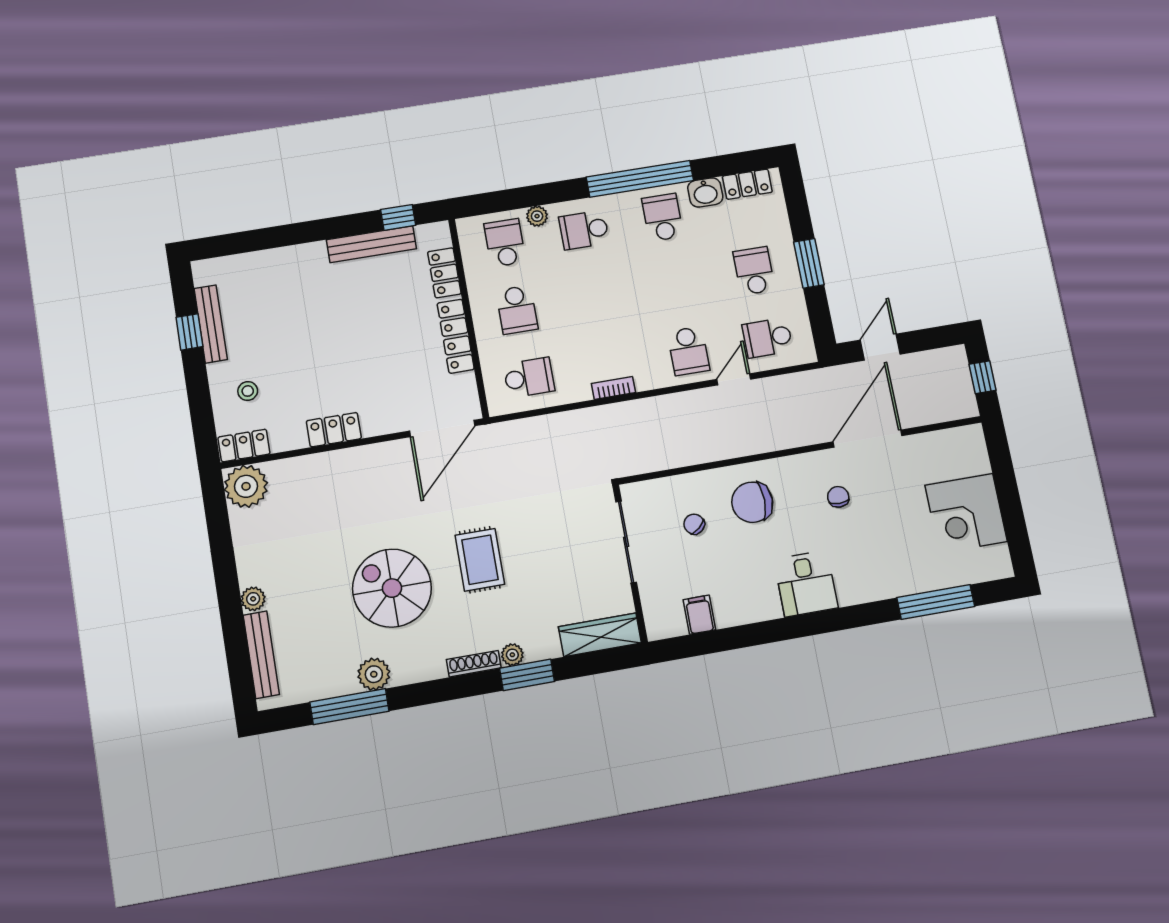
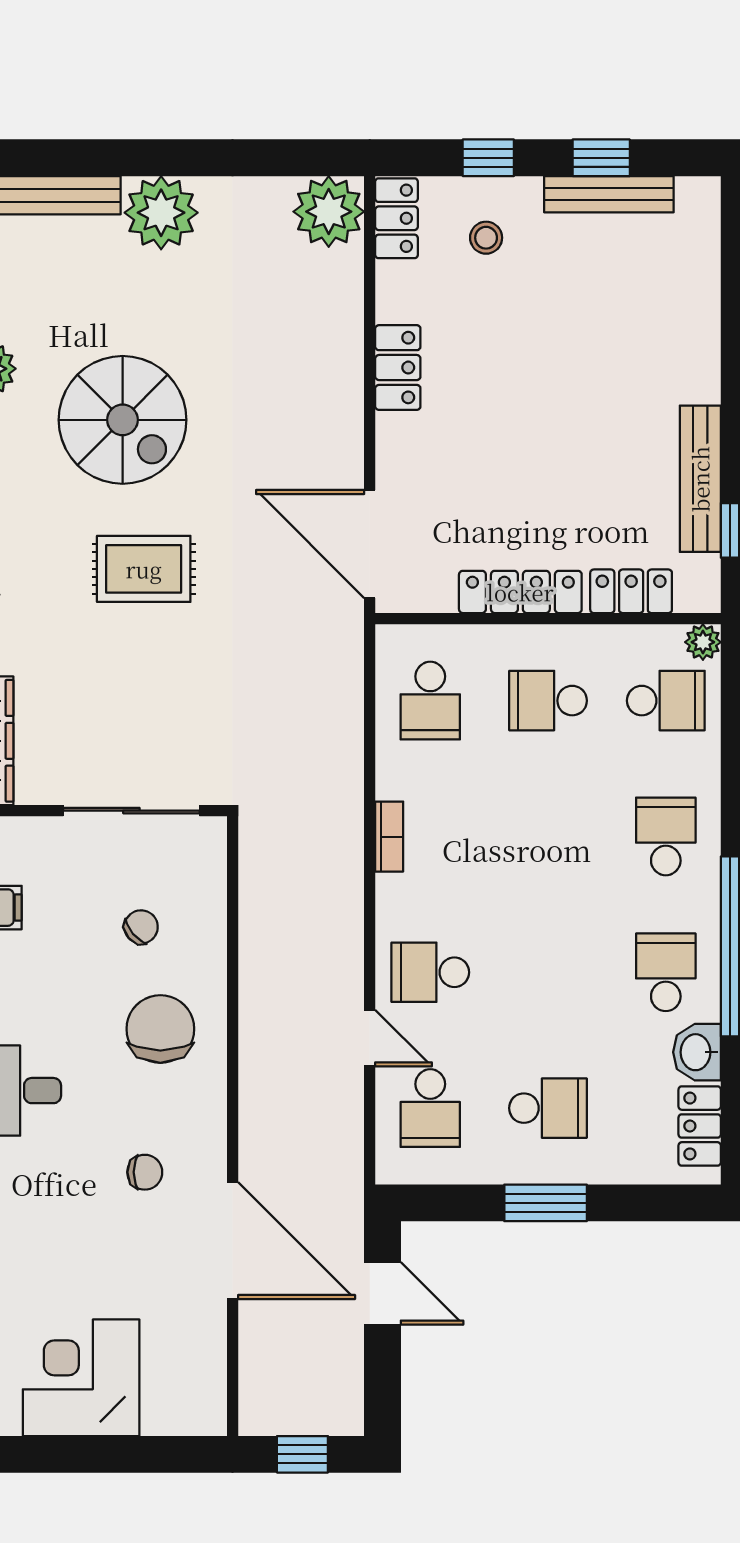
plant: (537, 216) -> (703, 642), moved
school desk: (663, 217) -> (666, 972), turned -90
school desk: (767, 338) -> (430, 1108), turned 180
window: (199, 398) -> (488, 158), added
spiral stairs: (392, 588) -> (123, 420), turned 90
plant: (253, 599) -> (161, 213), width x1.88, depth x1.88

